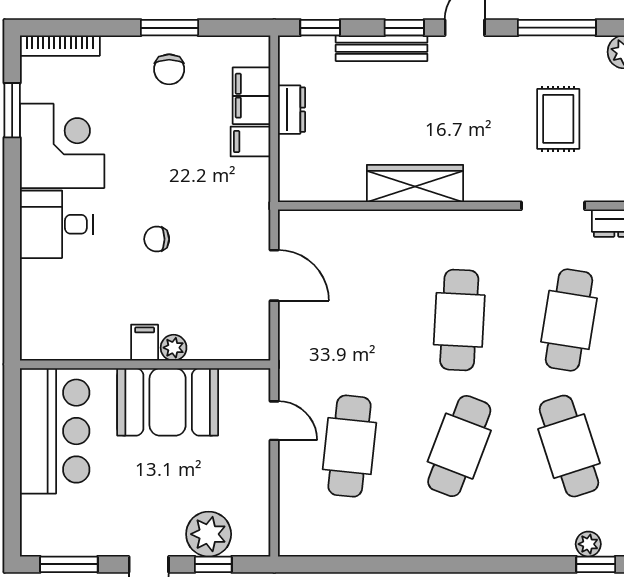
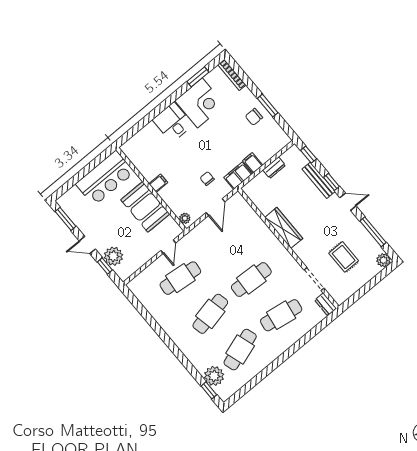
filing cabinet: (252, 96) -> (238, 176), moved
rug: (558, 119) -> (344, 257), turned 90
chair: (157, 239) -> (207, 179), moved
plant: (174, 348) -> (185, 218), moved
cafe table: (459, 446) -> (210, 314), turned -33
plant: (588, 544) -> (214, 376), width x1.88, depth x1.88

